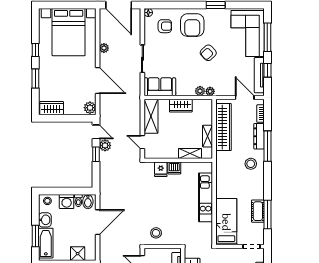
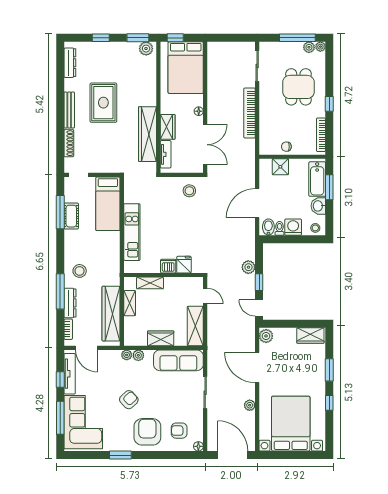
sofa: (160, 87) -> (178, 360), width x1.36
plant: (105, 145) -> (248, 267), moved

